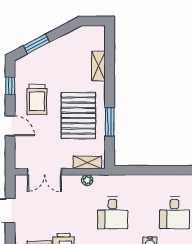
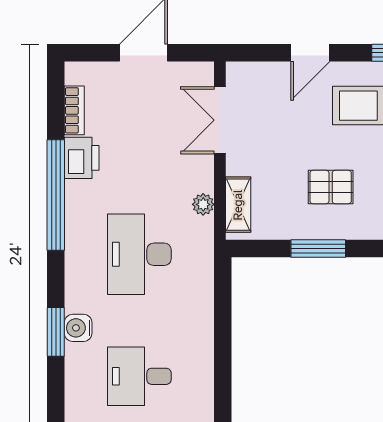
pallet: (78, 116) -> (331, 187), width x0.49, depth x0.50
desk: (113, 213) -> (139, 254), width x1.37

